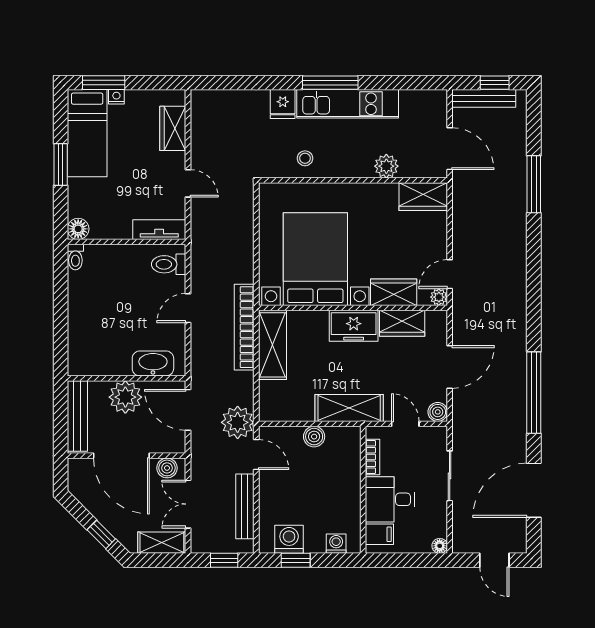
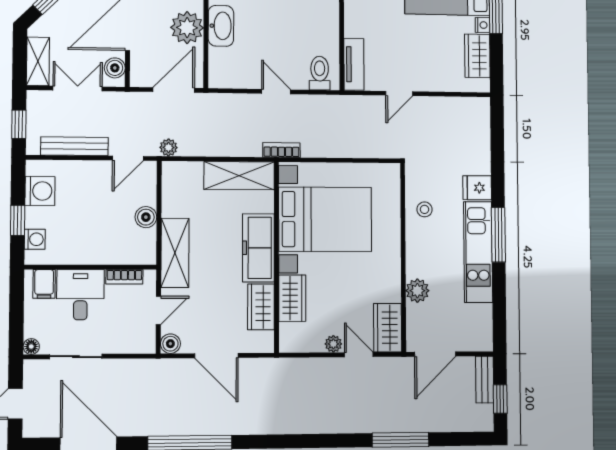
bench: (484, 98) -> (485, 380), width x0.73
wardrobe: (173, 128) -> (477, 56), moved, turned -90
door: (450, 274) -> (359, 355), moved
plant: (439, 297) -> (333, 344), moved
freezer: (354, 326) -> (258, 248), width x1.40
bookcase: (244, 327) -> (281, 150), width x0.43, depth x0.76
washbasin: (153, 363) -> (221, 26), moved
plant: (238, 422) -> (169, 147), width x0.53, depth x0.53
sliding door: (450, 476) -> (76, 357), moved
window: (296, 560) -> (18, 220), moved

